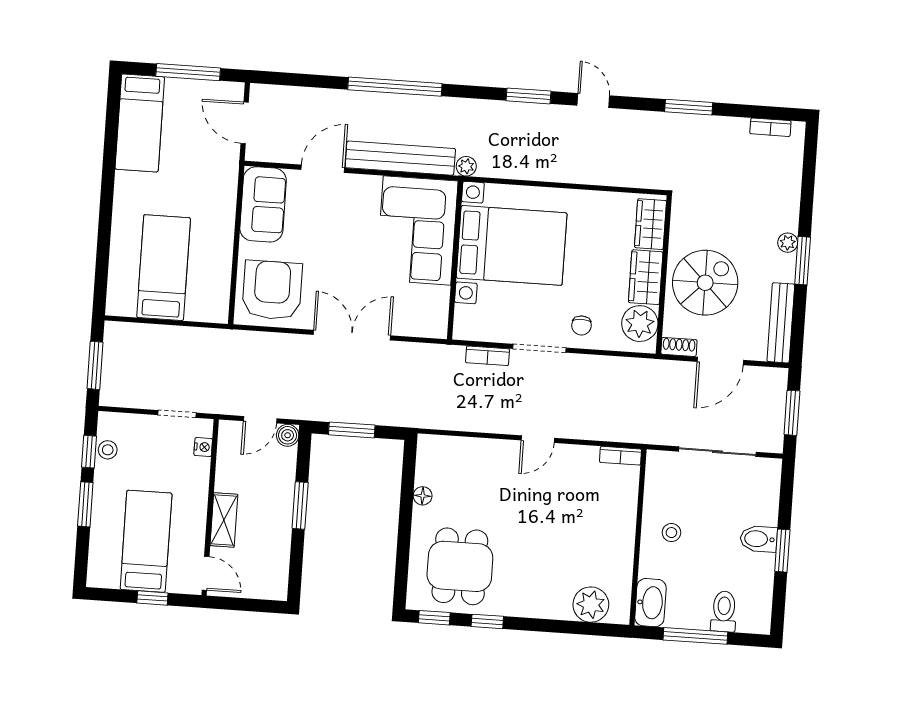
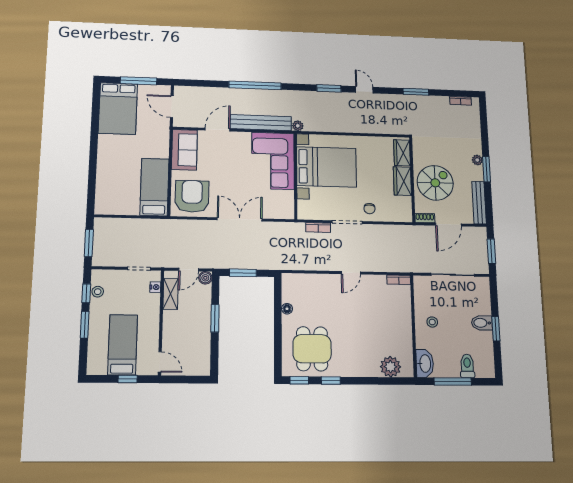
bed: (140, 123) -> (118, 109), width x1.50
bed: (164, 268) -> (154, 187), moved
plant: (640, 324) -> (402, 206), removed
shelving: (224, 520) -> (171, 294), moved

